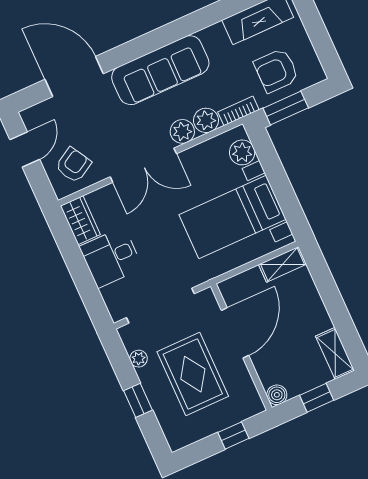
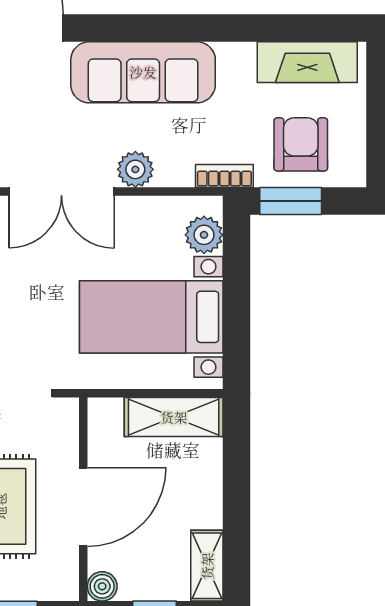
armchair: (276, 71) -> (301, 144), turned 90
plant: (206, 120) -> (174, 169), removed
shelving: (282, 264) -> (174, 417), width x1.50, depth x1.33
door: (235, 333) -> (83, 507), moved

